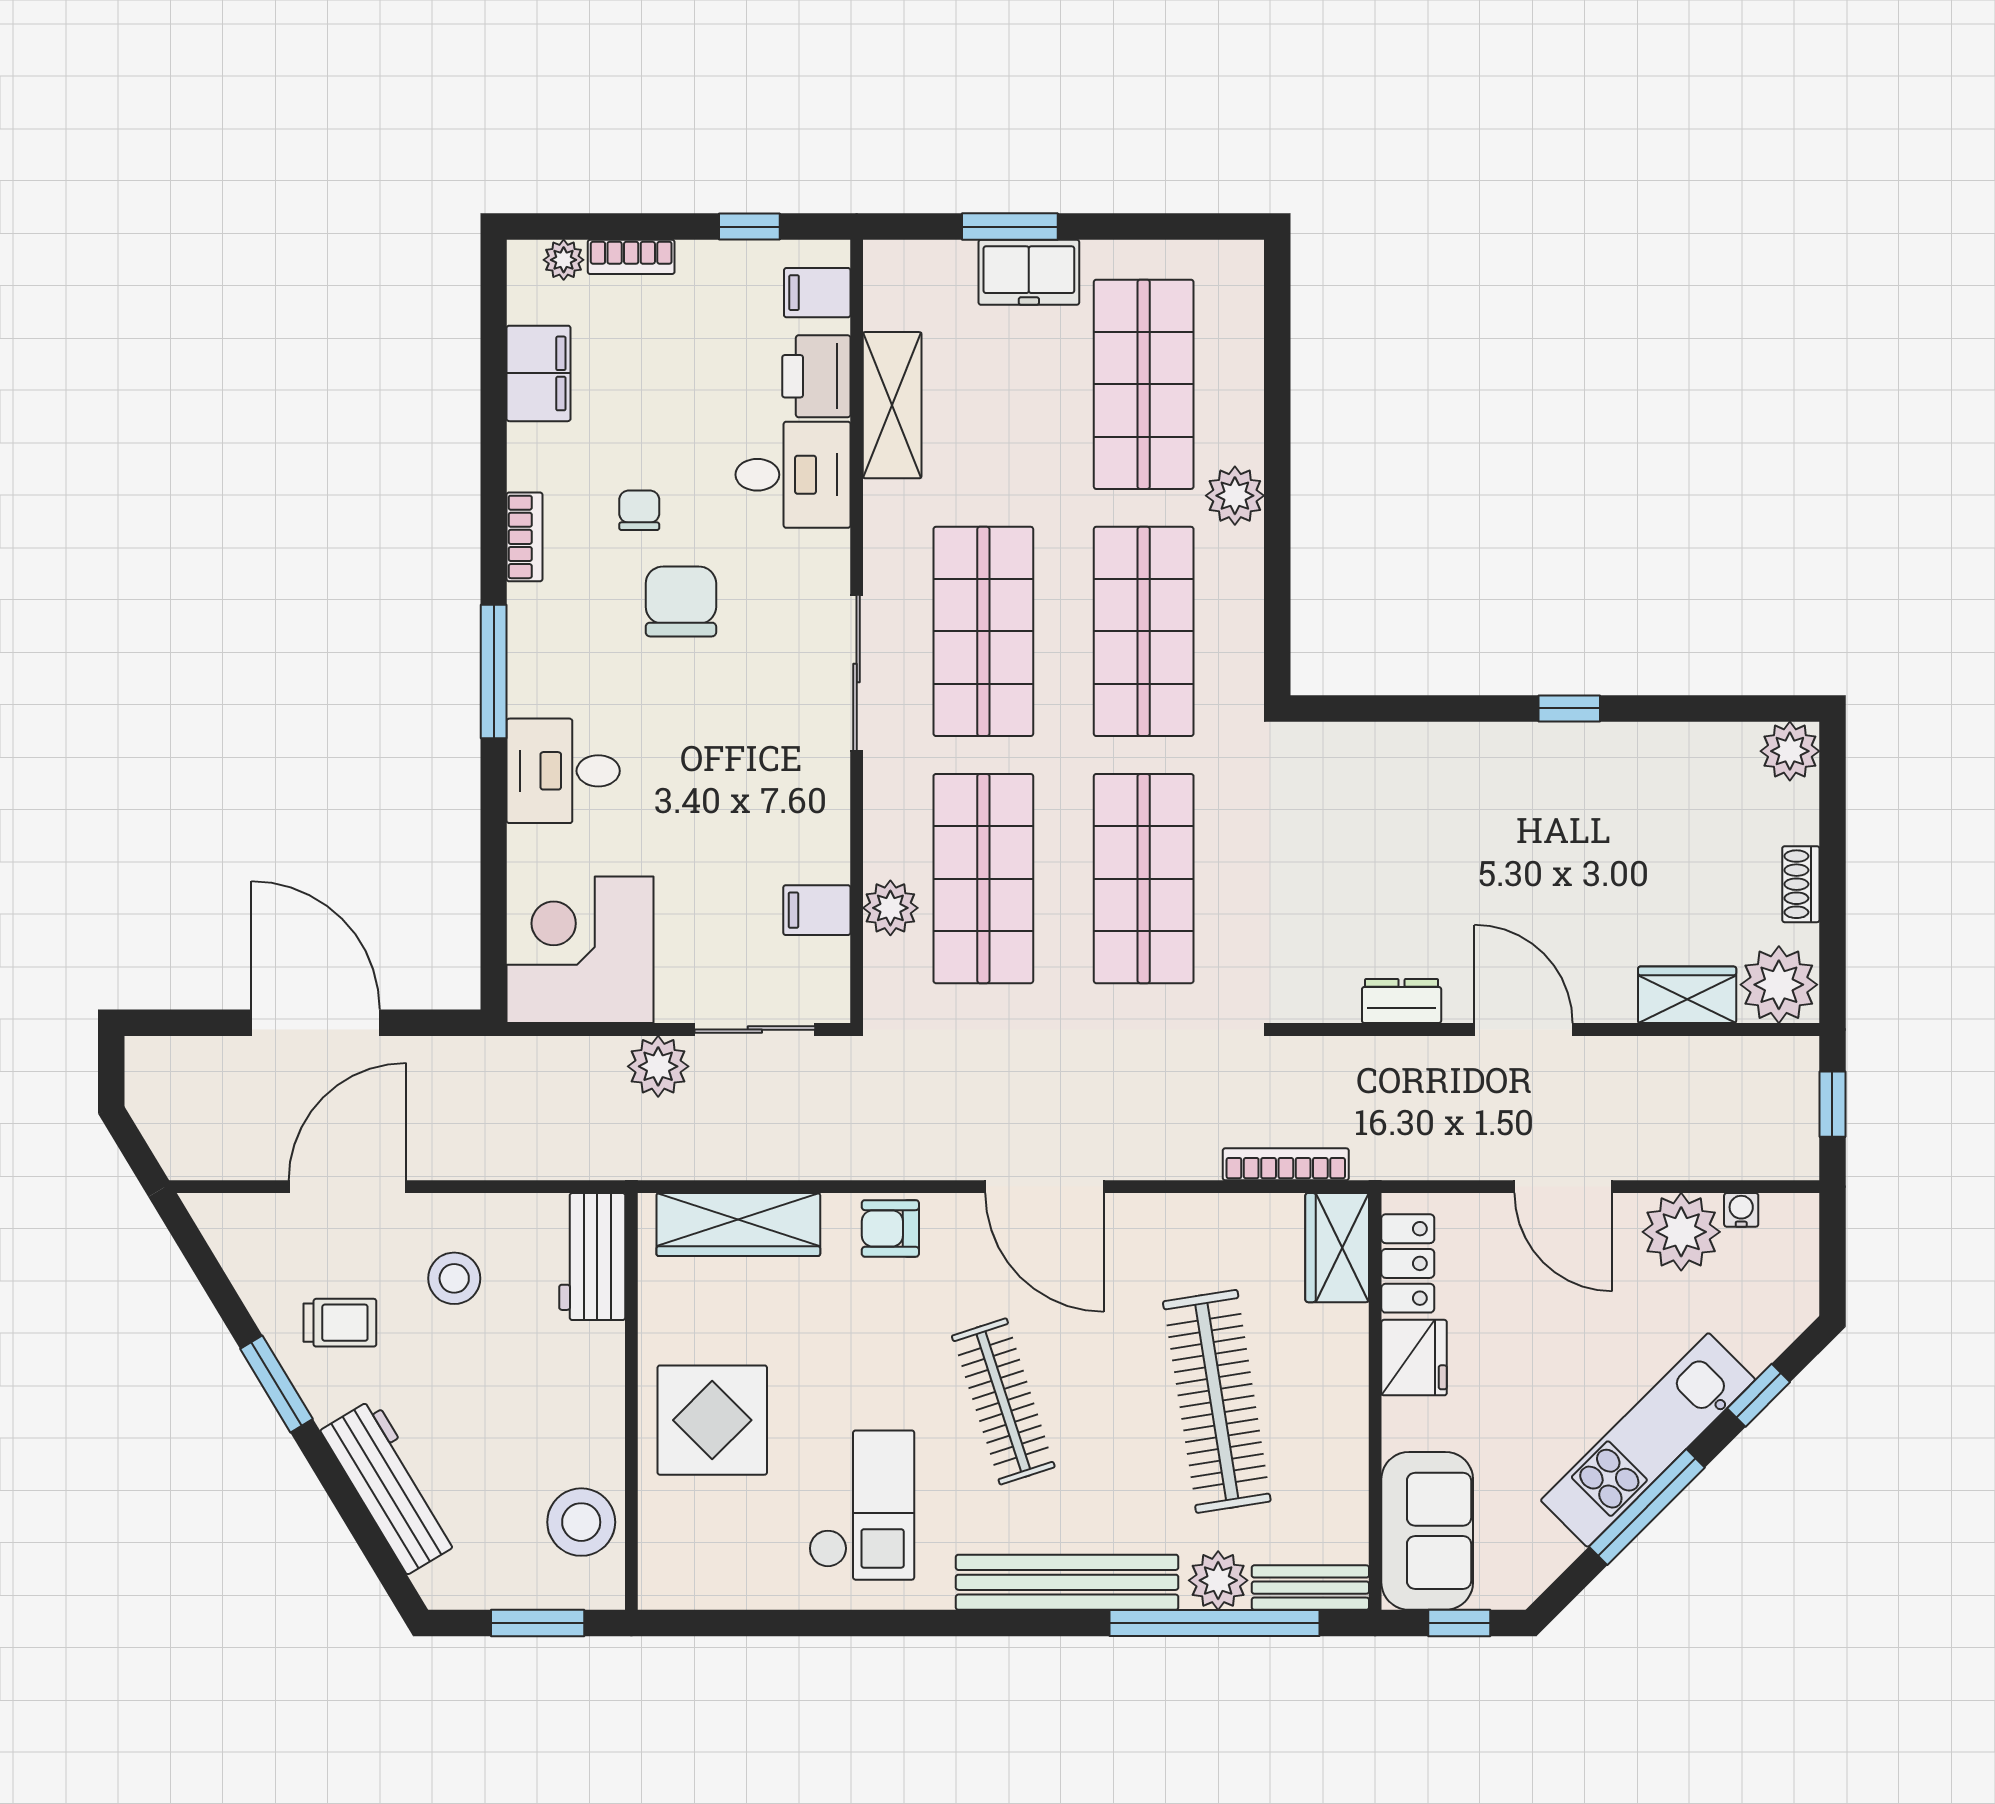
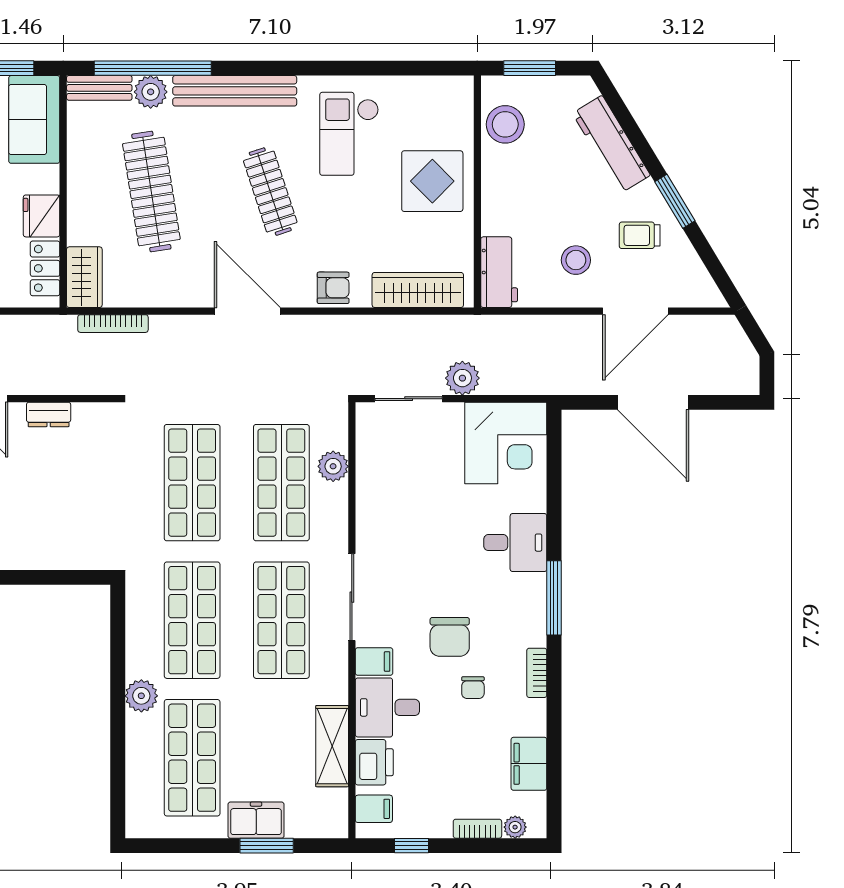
filing cabinet: (817, 910) -> (374, 661), moved

